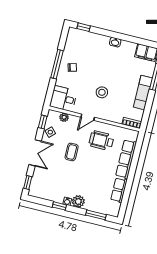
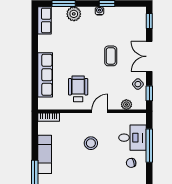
window: (57, 64) -> (149, 146), moved
desk: (63, 99) -> (132, 138), moved
wheelchair: (101, 140) -> (78, 89), turned -90
coffee table: (72, 152) -> (111, 56), moved
row of seats: (119, 190) -> (45, 20), moved
plant: (78, 201) -> (74, 14), moved

